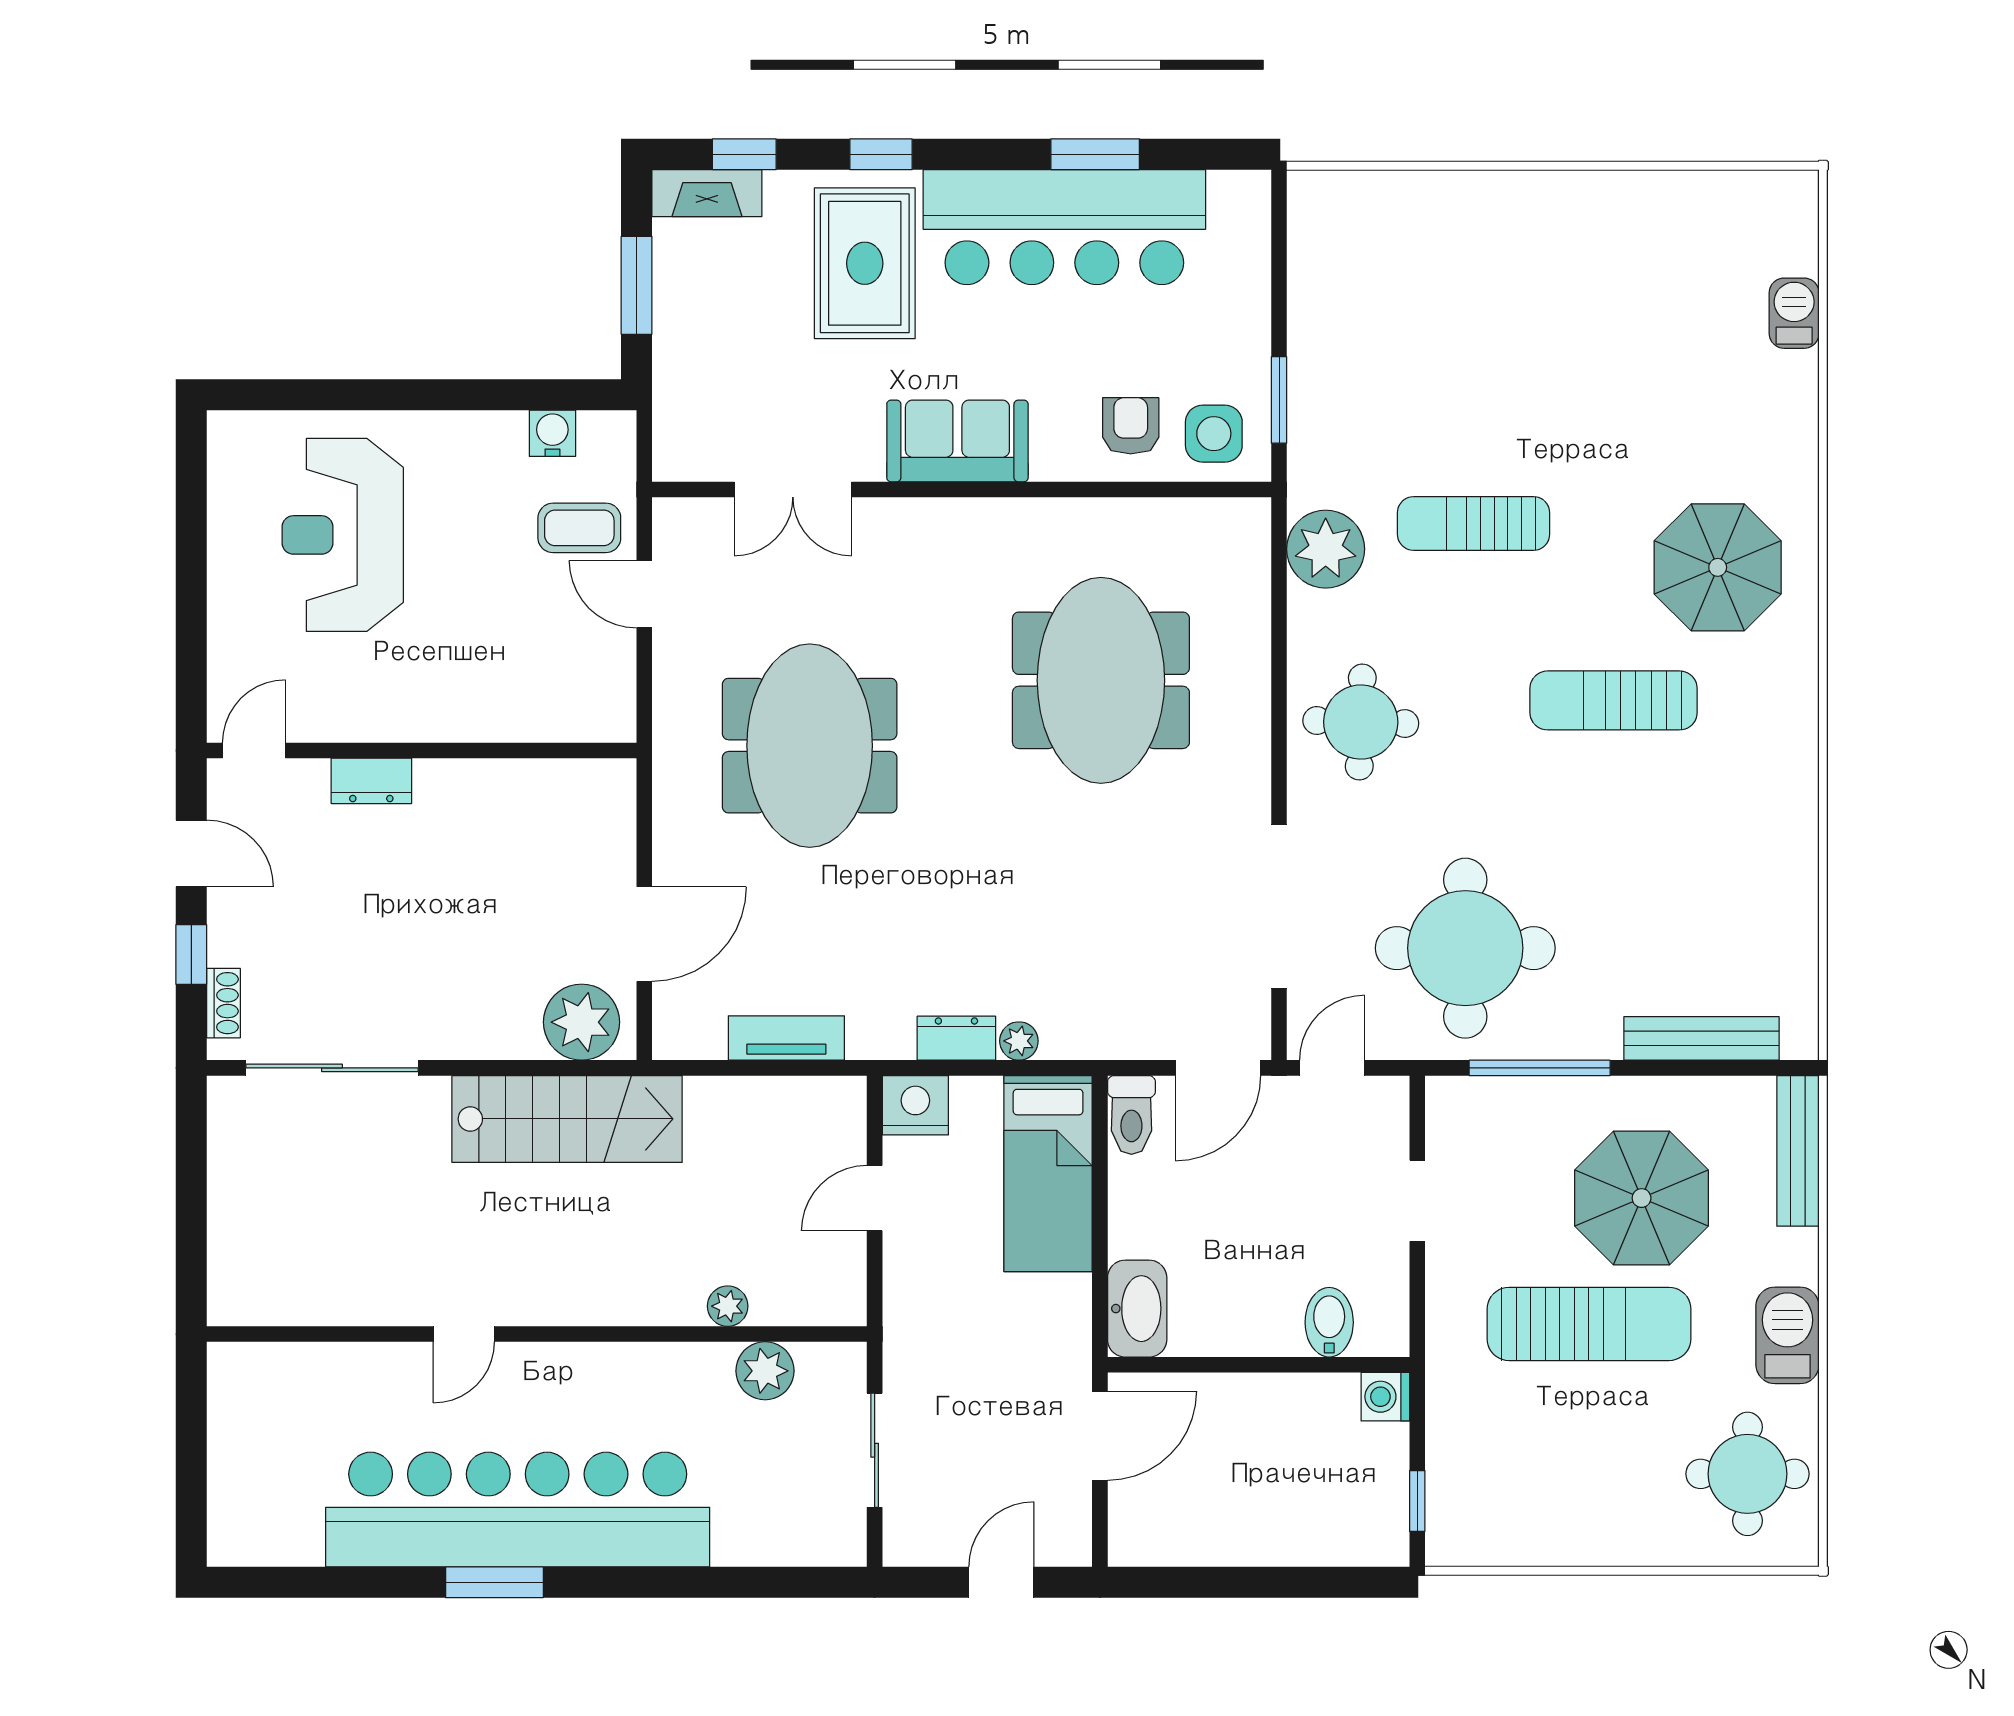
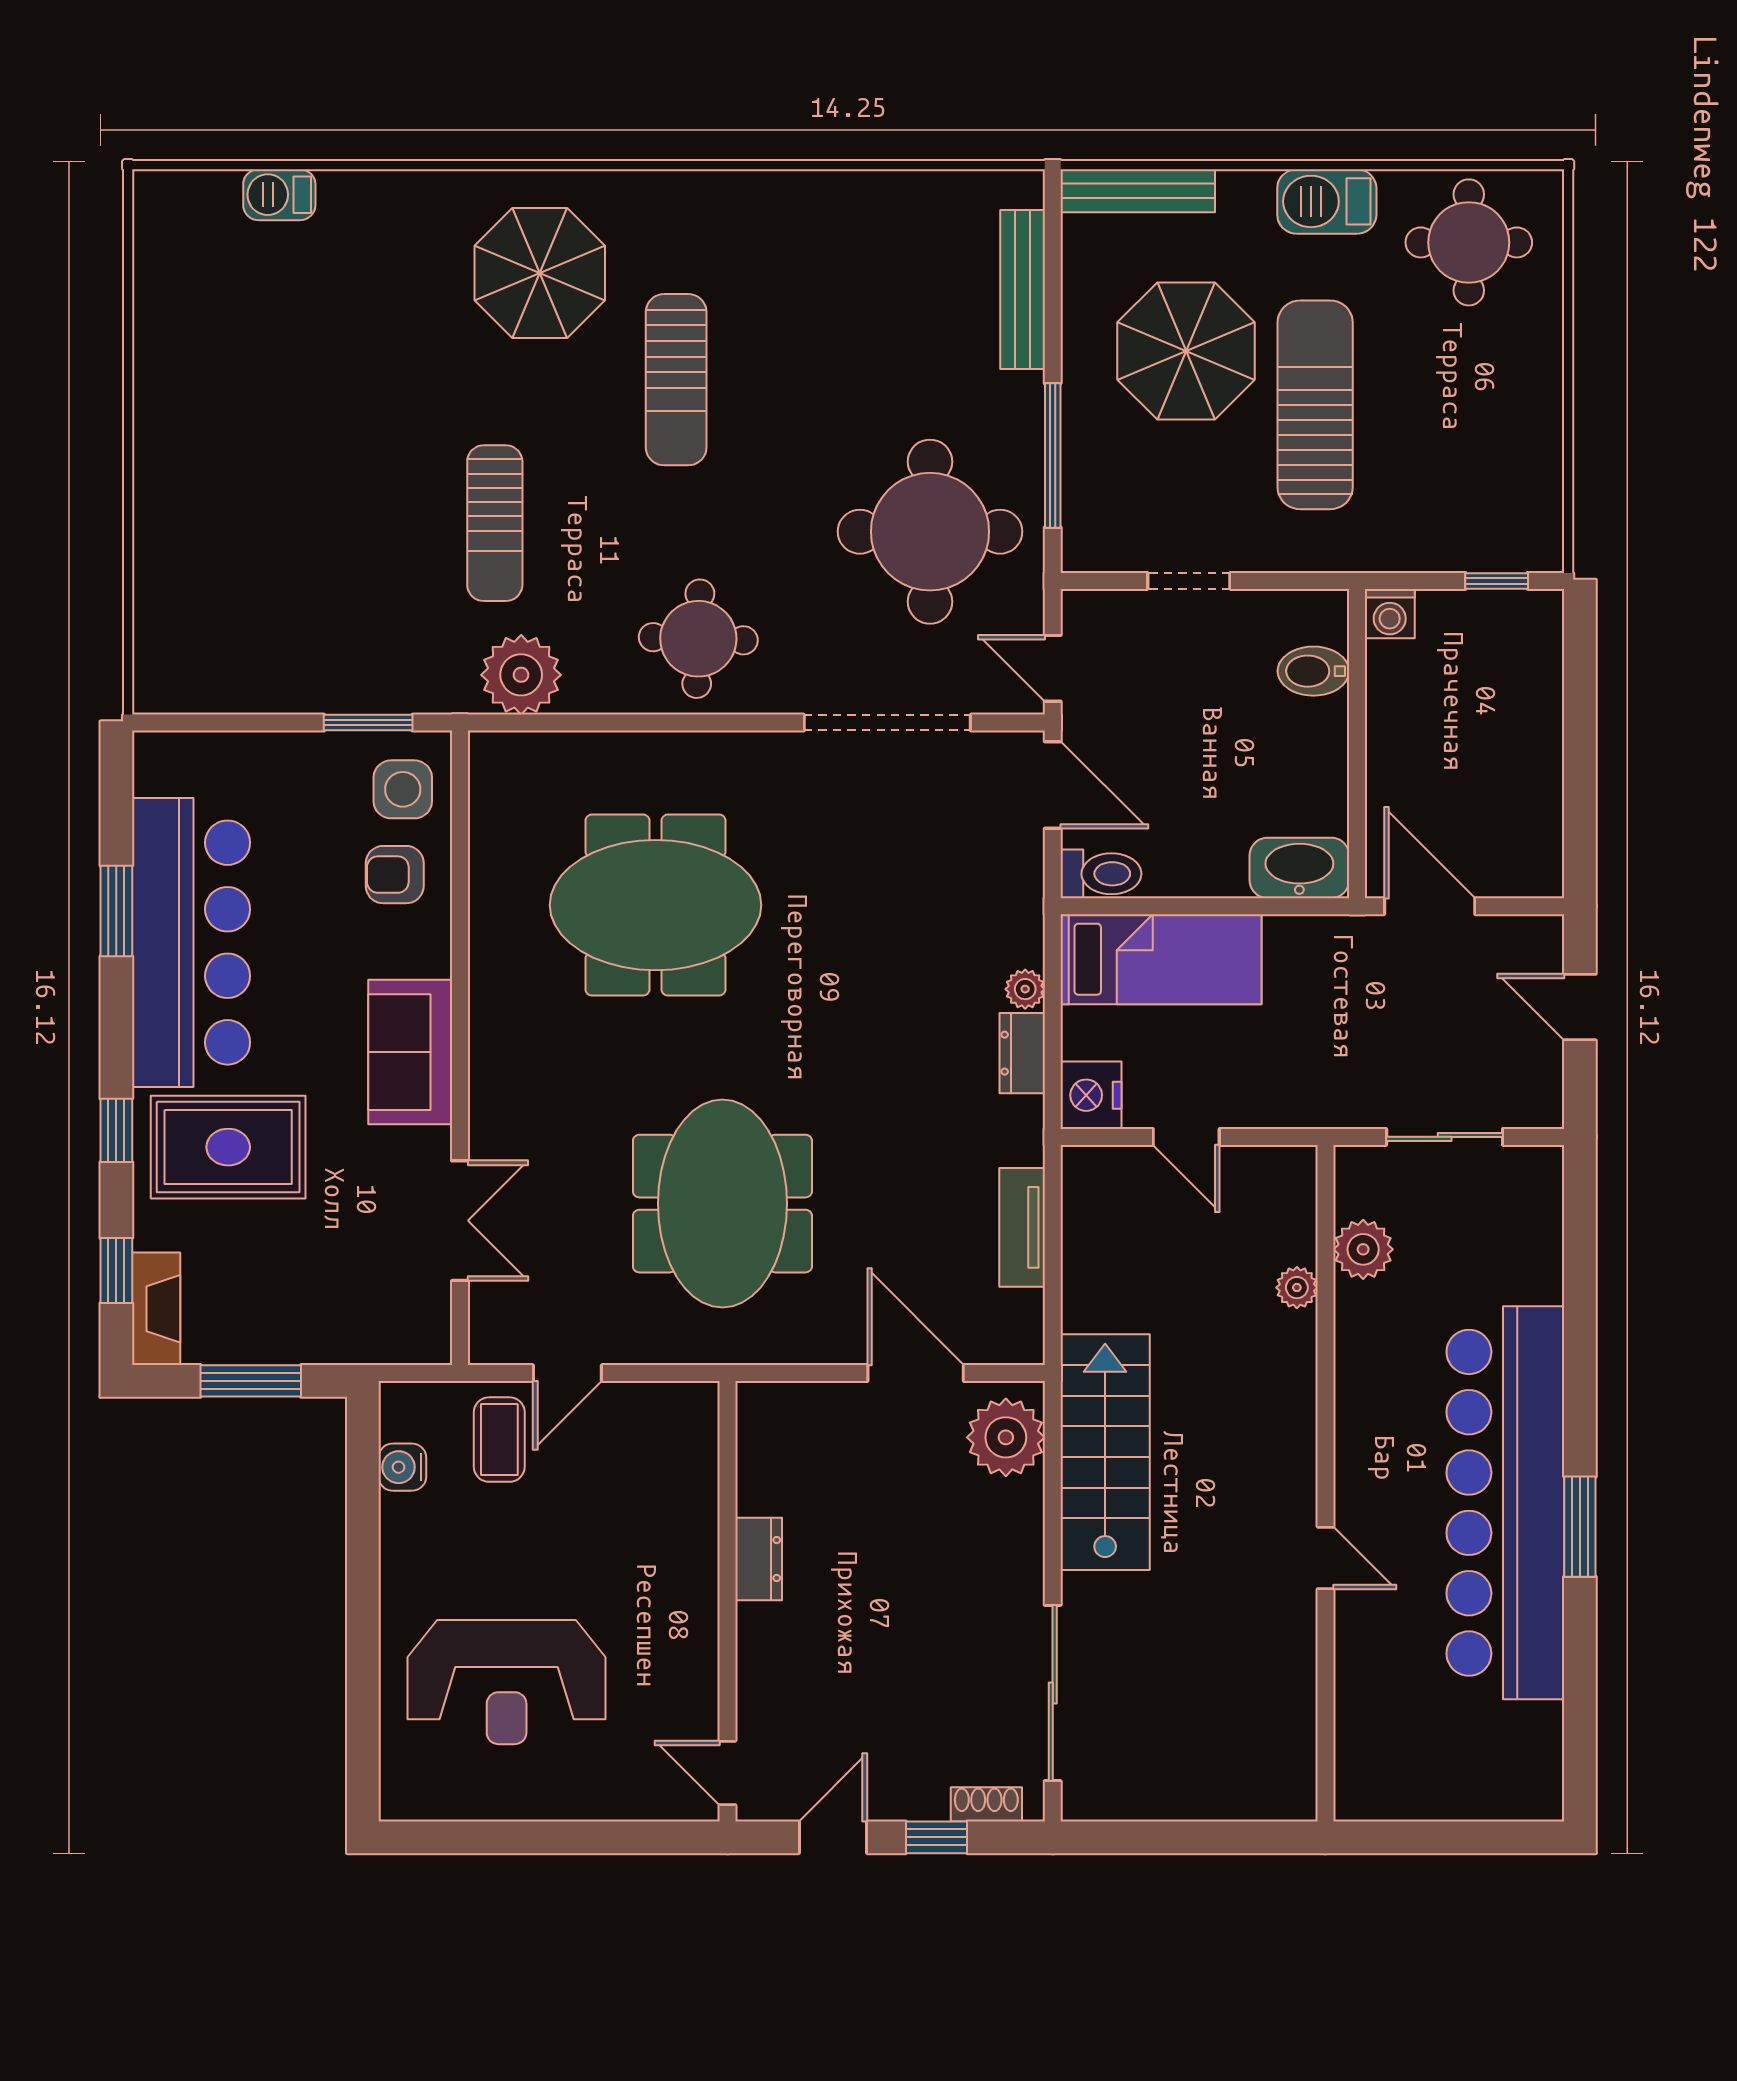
meeting table: (810, 746) -> (722, 1204), turned 90
dresser: (371, 781) -> (759, 1559), moved

